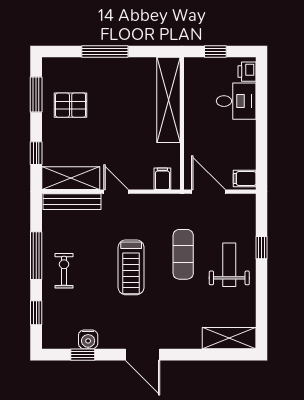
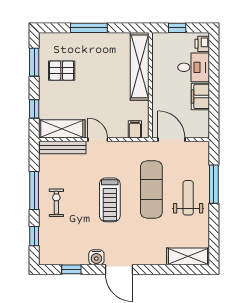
filing cabinet: (245, 179) -> (200, 96), moved, width x2.00
window: (262, 248) -> (214, 184), width x2.17
exercise mat: (183, 254) -> (151, 189), width x1.36, depth x1.45
water cooler: (88, 339) -> (96, 257), moved

